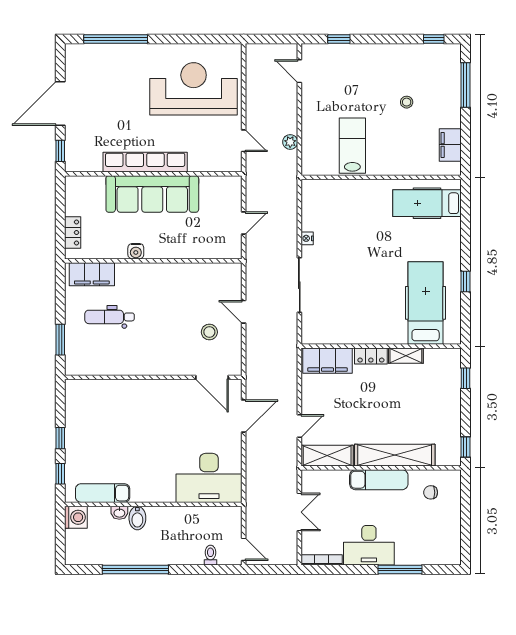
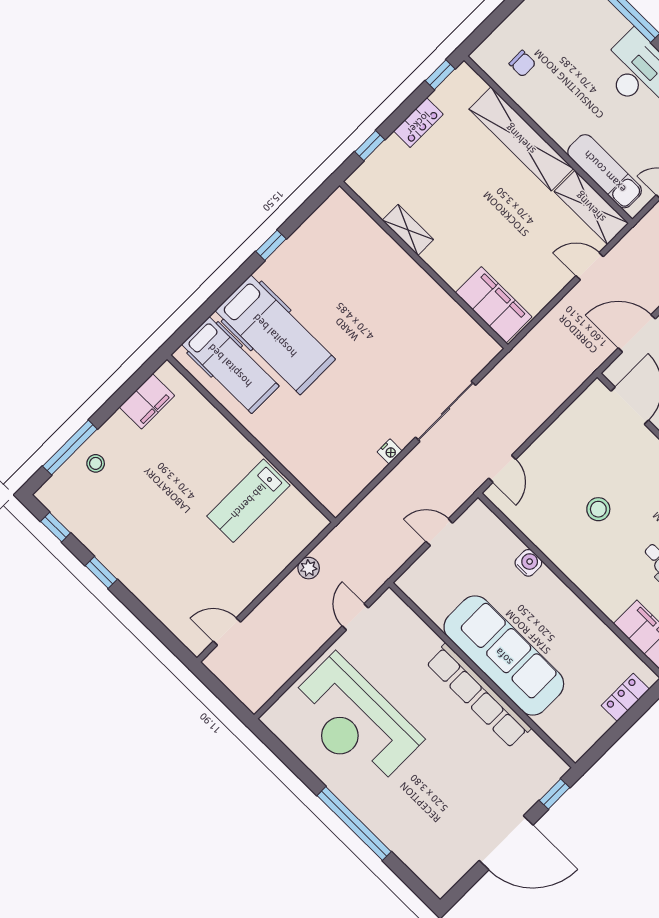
window: (116, 39) -> (354, 824), moved
window: (339, 39) -> (101, 573), moved
door: (299, 71) -> (227, 632), swing flipped
stool: (407, 102) -> (96, 463), moved
water cooler: (136, 251) -> (528, 563), moved
hospital bed: (426, 303) -> (275, 335), moved, turned -90
door: (244, 312) -> (502, 469), moved
stool: (209, 332) -> (598, 509), moved
locker: (371, 356) -> (418, 123), moved, turned 90
exam couch: (379, 480) -> (605, 171), moved

